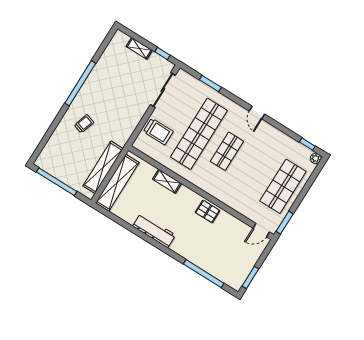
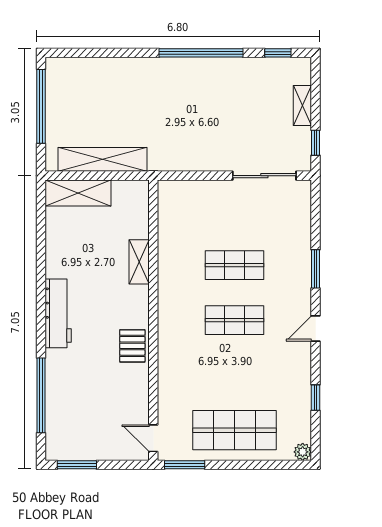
window: (105, 44) -> (278, 53), added
window: (210, 83) -> (316, 269), moved
trolley: (84, 124) -> (147, 94), removed
trolley: (158, 131) -> (202, 206), removed
shop shelf: (199, 134) -> (234, 265), width x0.50, depth x0.74
window: (307, 144) -> (316, 398), moved
shelving: (117, 183) -> (78, 193), width x0.68
workbench: (154, 231) -> (58, 313), moved

